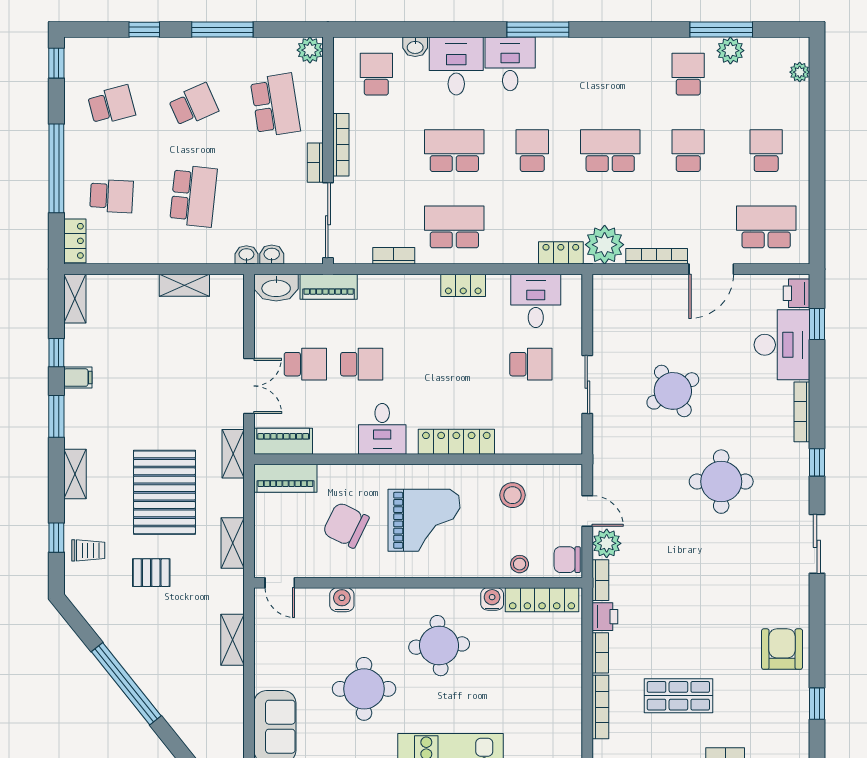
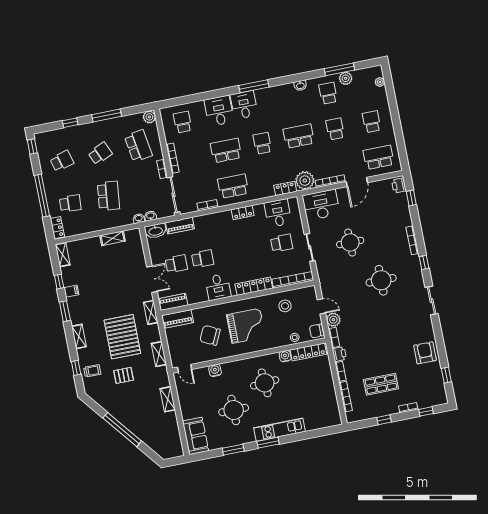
washbasin: (415, 47) -> (300, 85), moved
desk: (782, 345) -> (321, 205), moved, turned -90
round table: (673, 391) -> (350, 242), turned 31
bookcase: (539, 445) -> (293, 280), added

